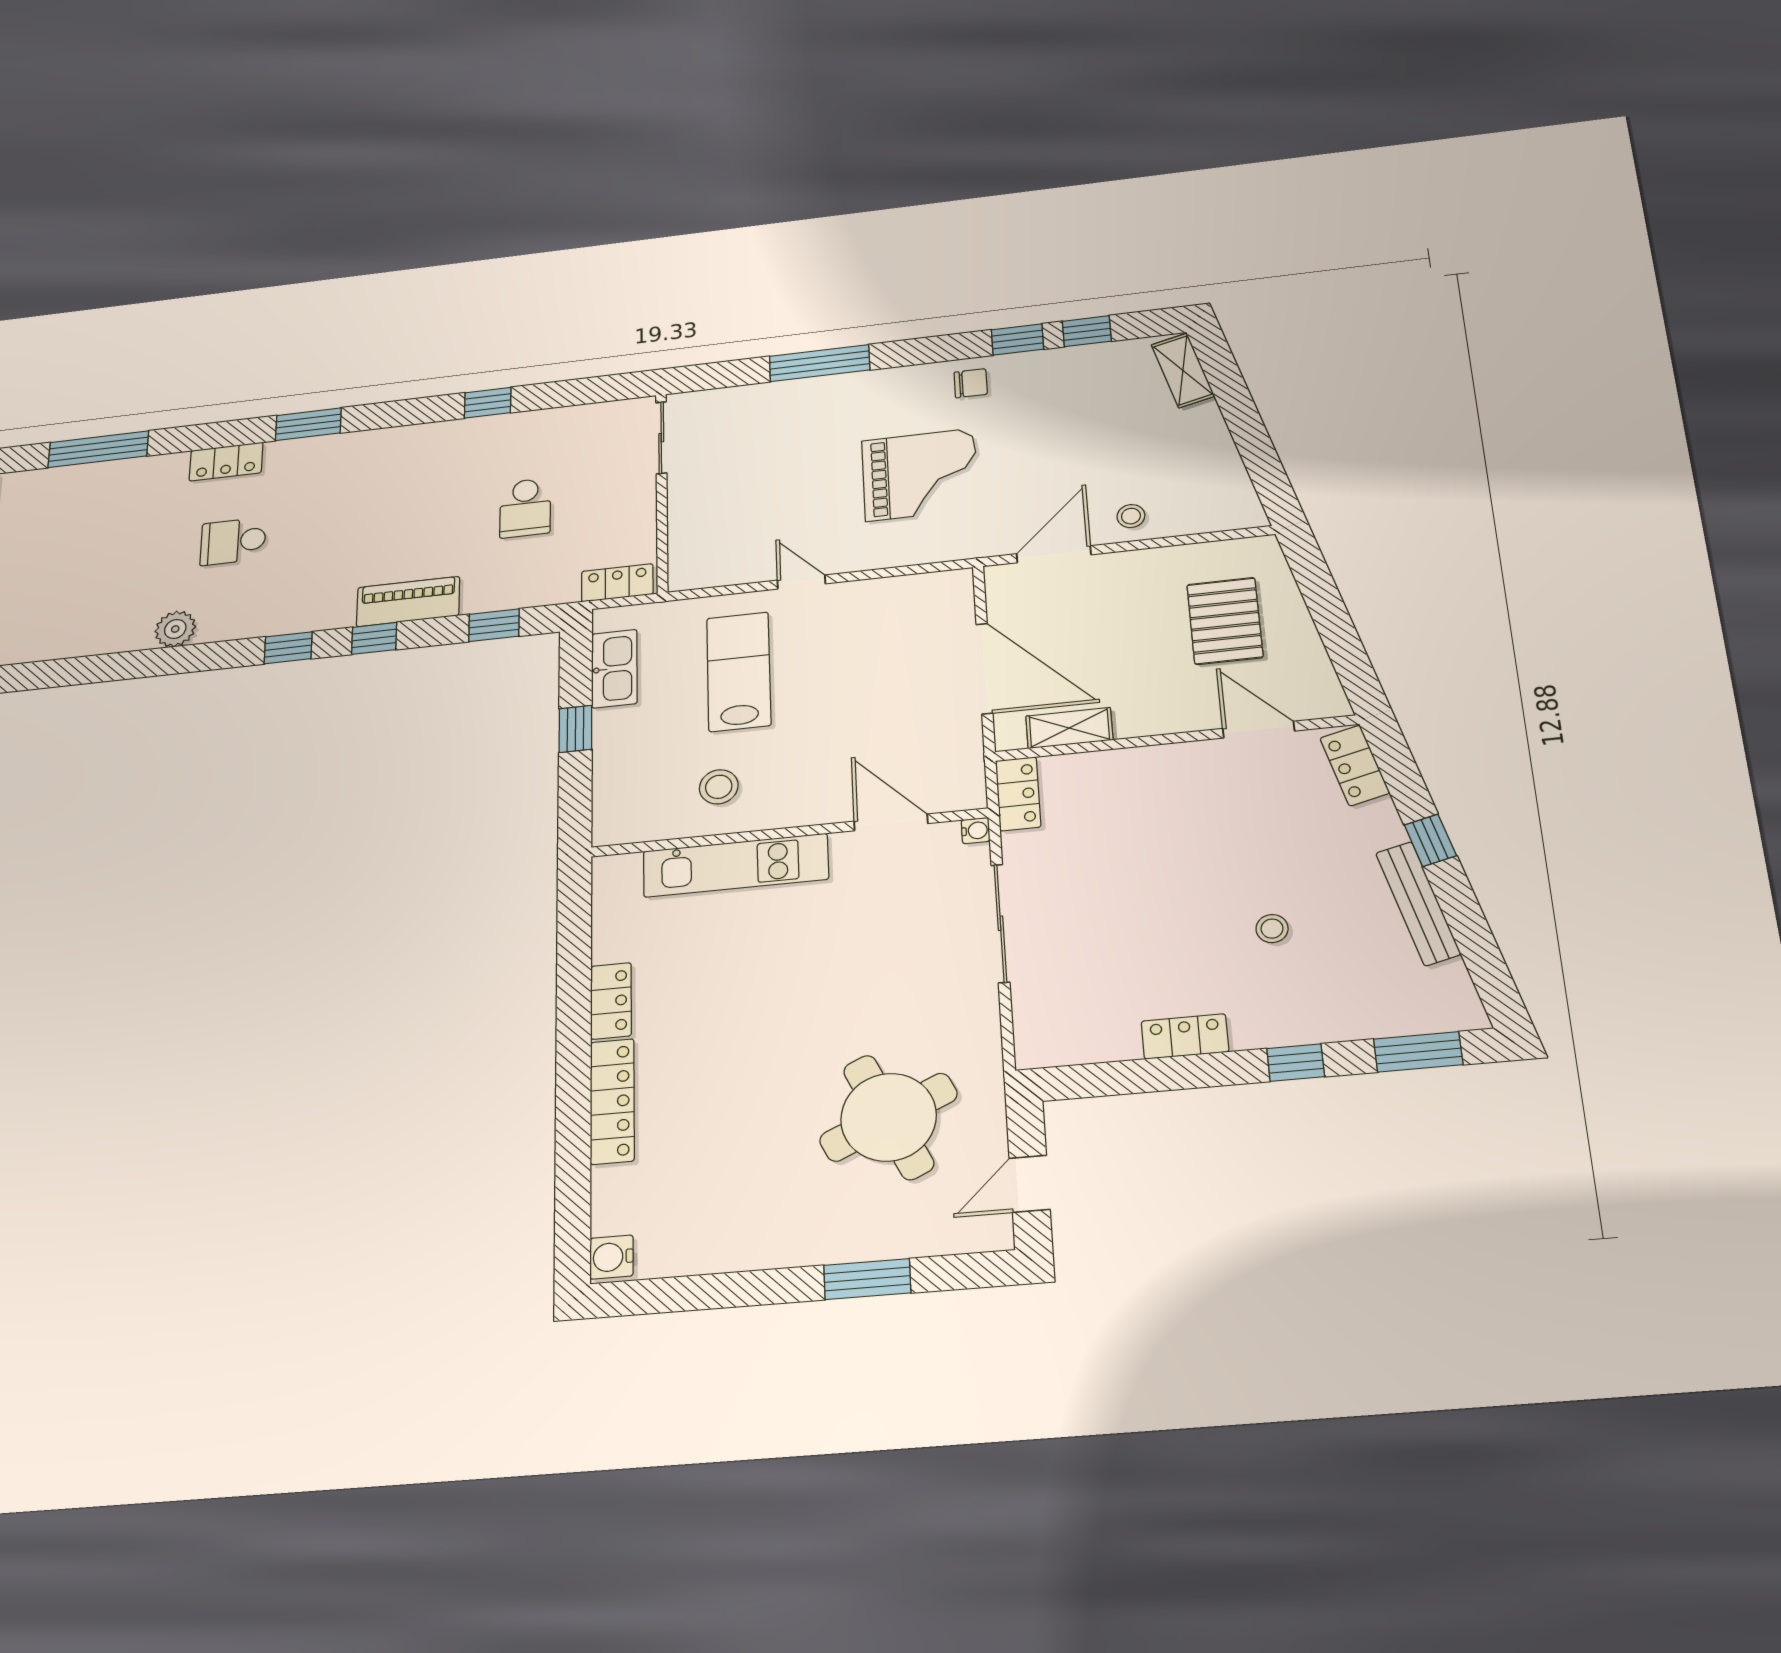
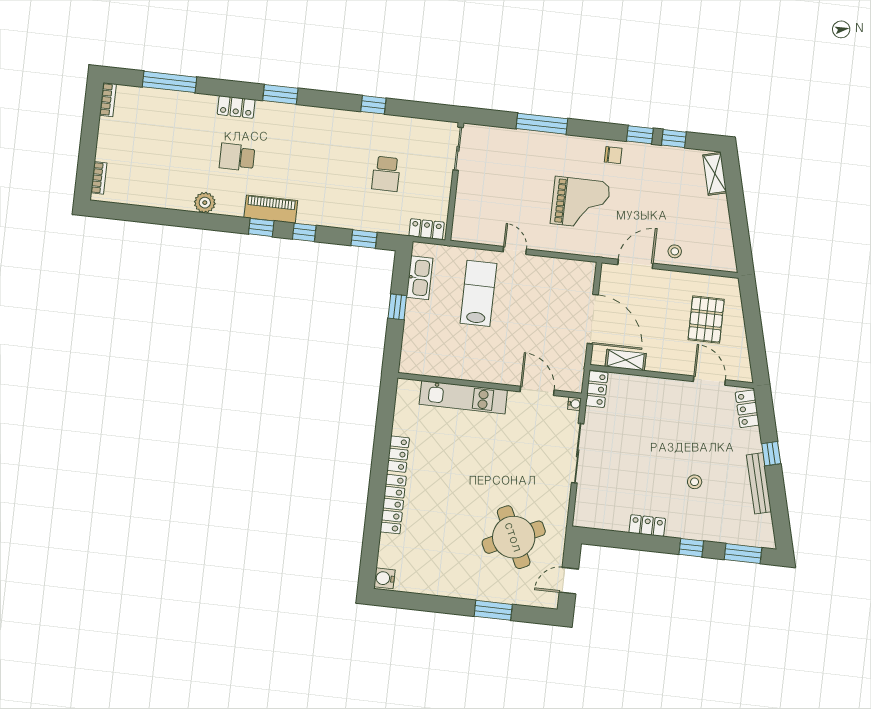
piano: (408, 602) -> (271, 209), moved
stool: (719, 787) -> (461, 354), removed

